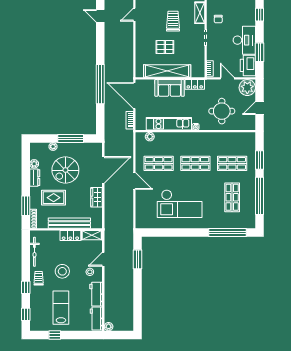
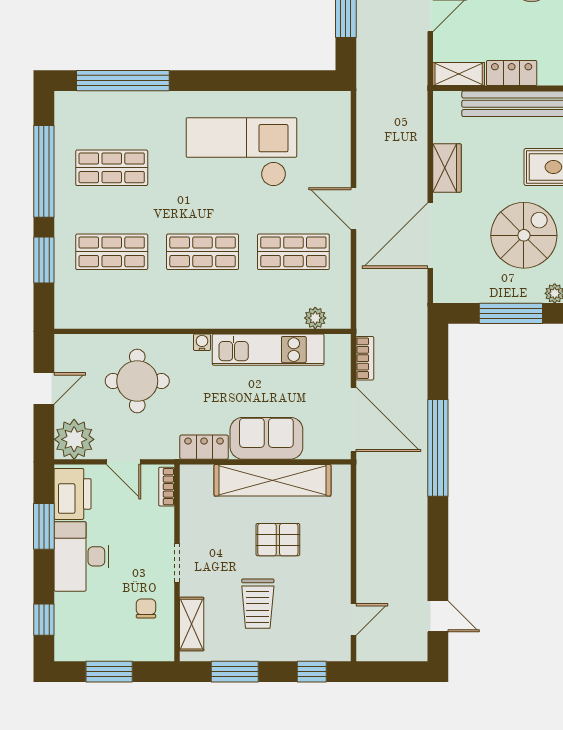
shop shelf: (232, 197) -> (112, 168), turned 90

